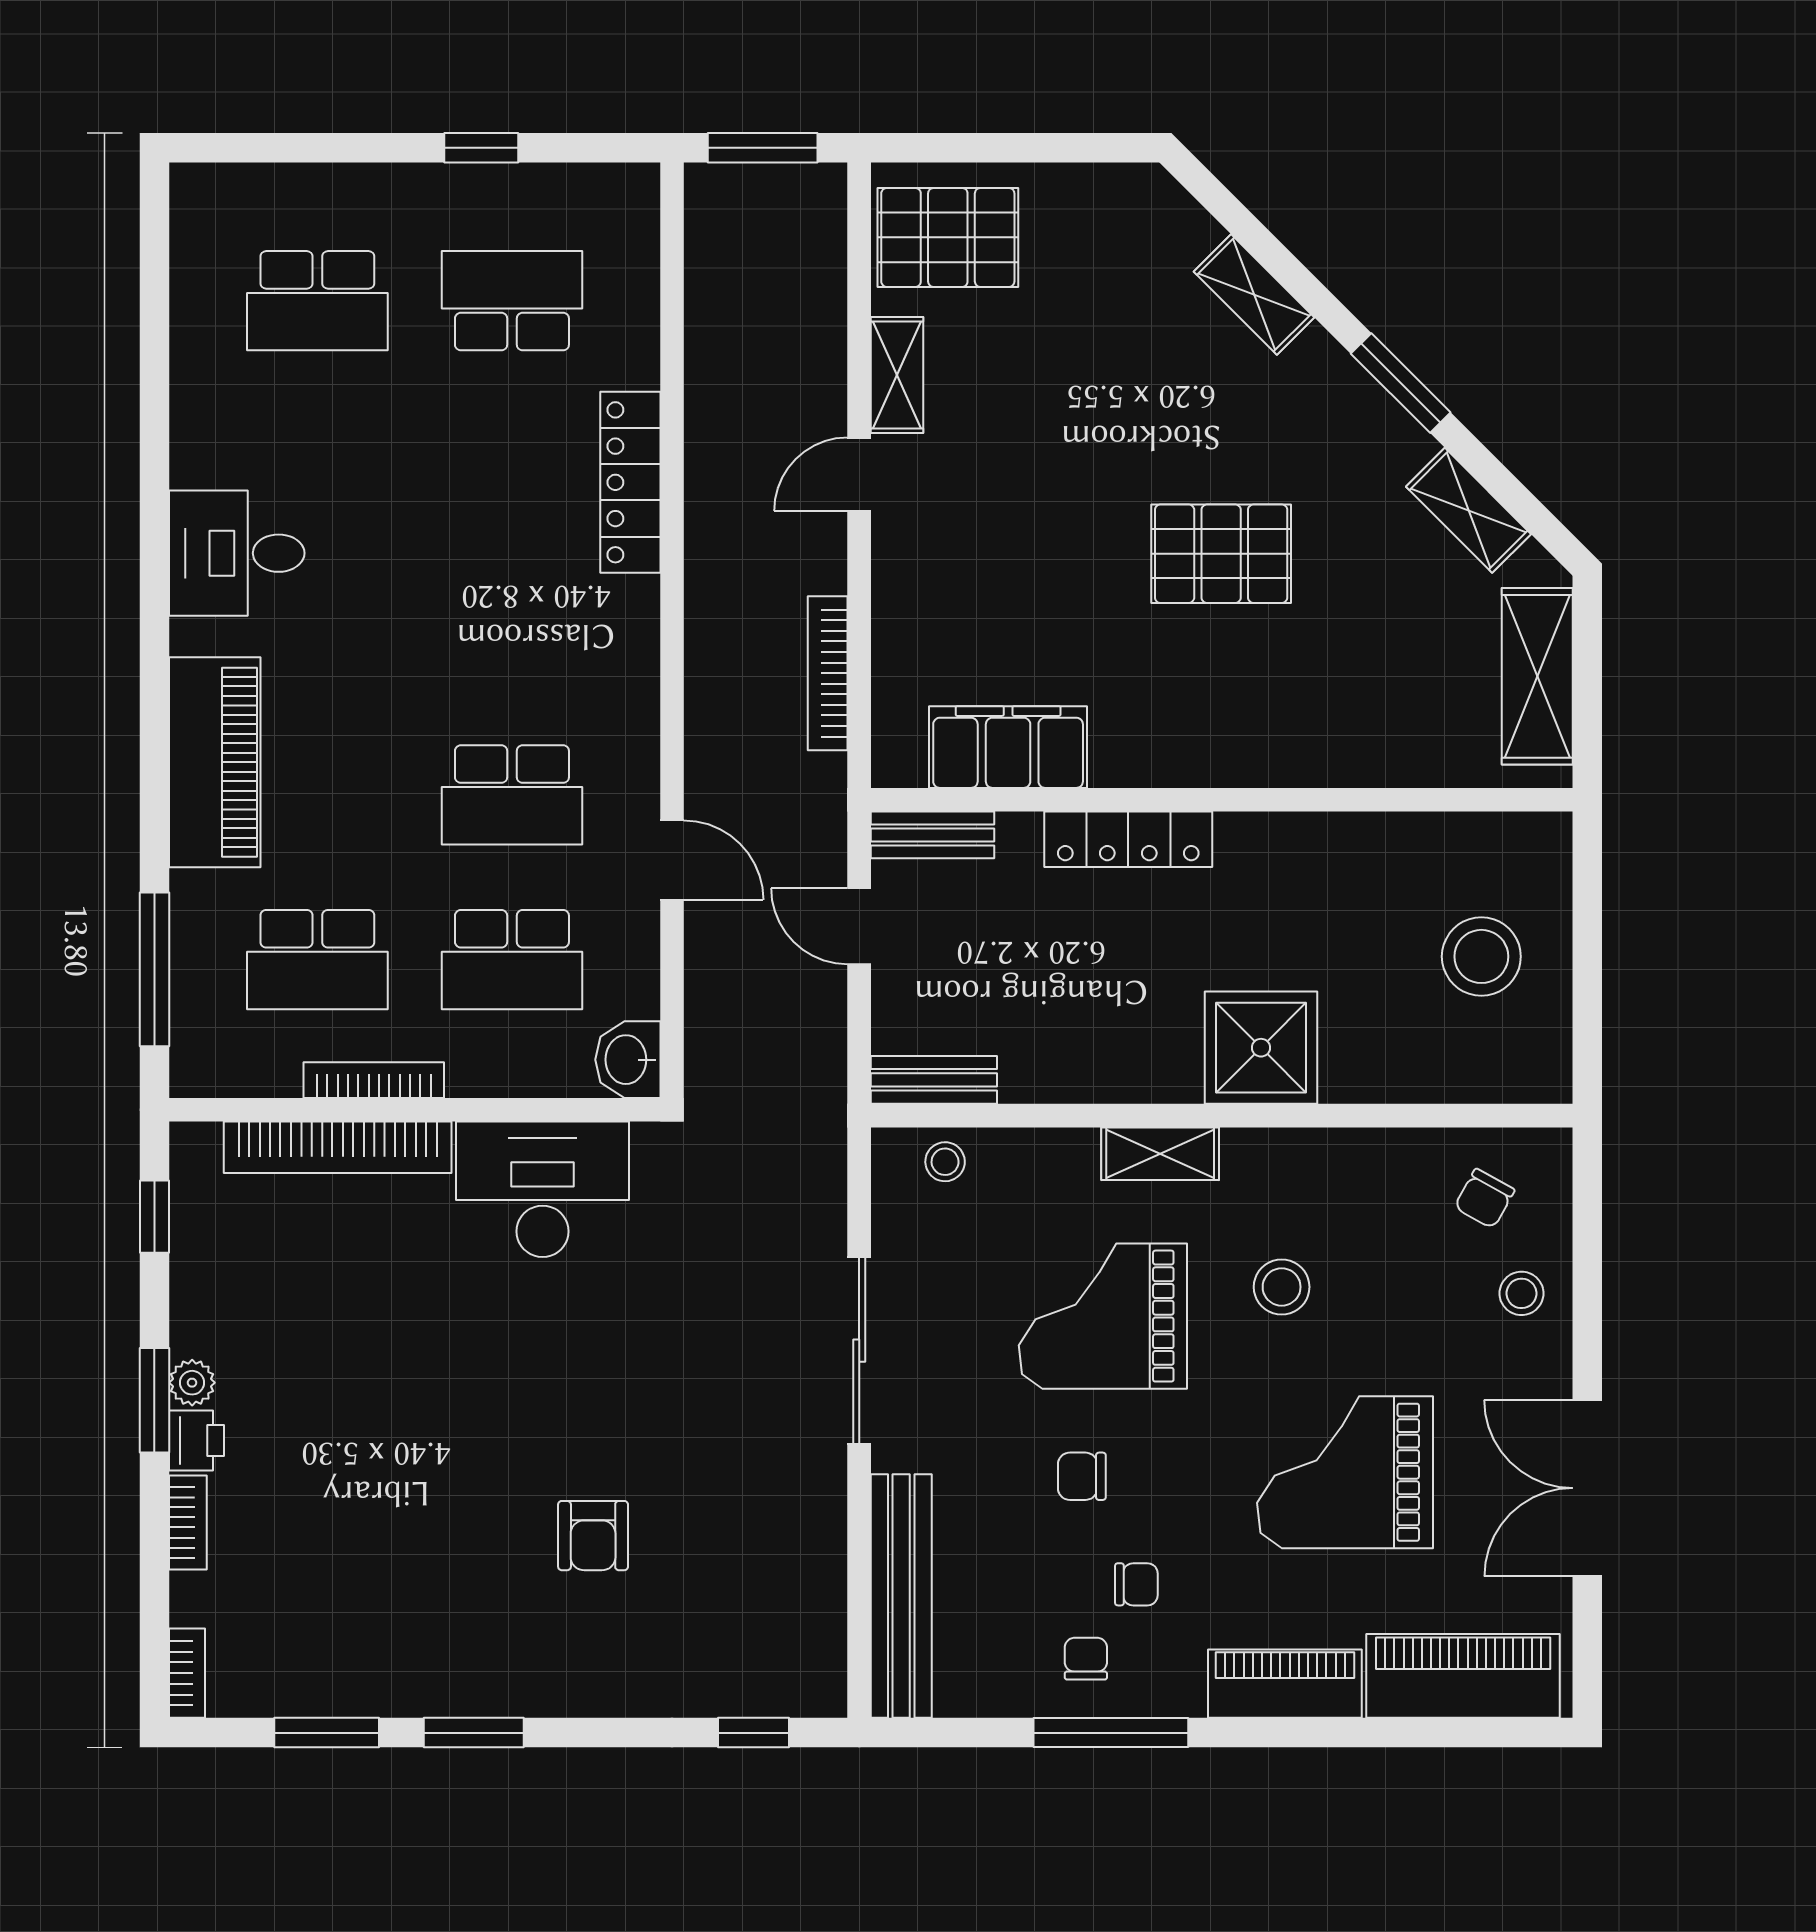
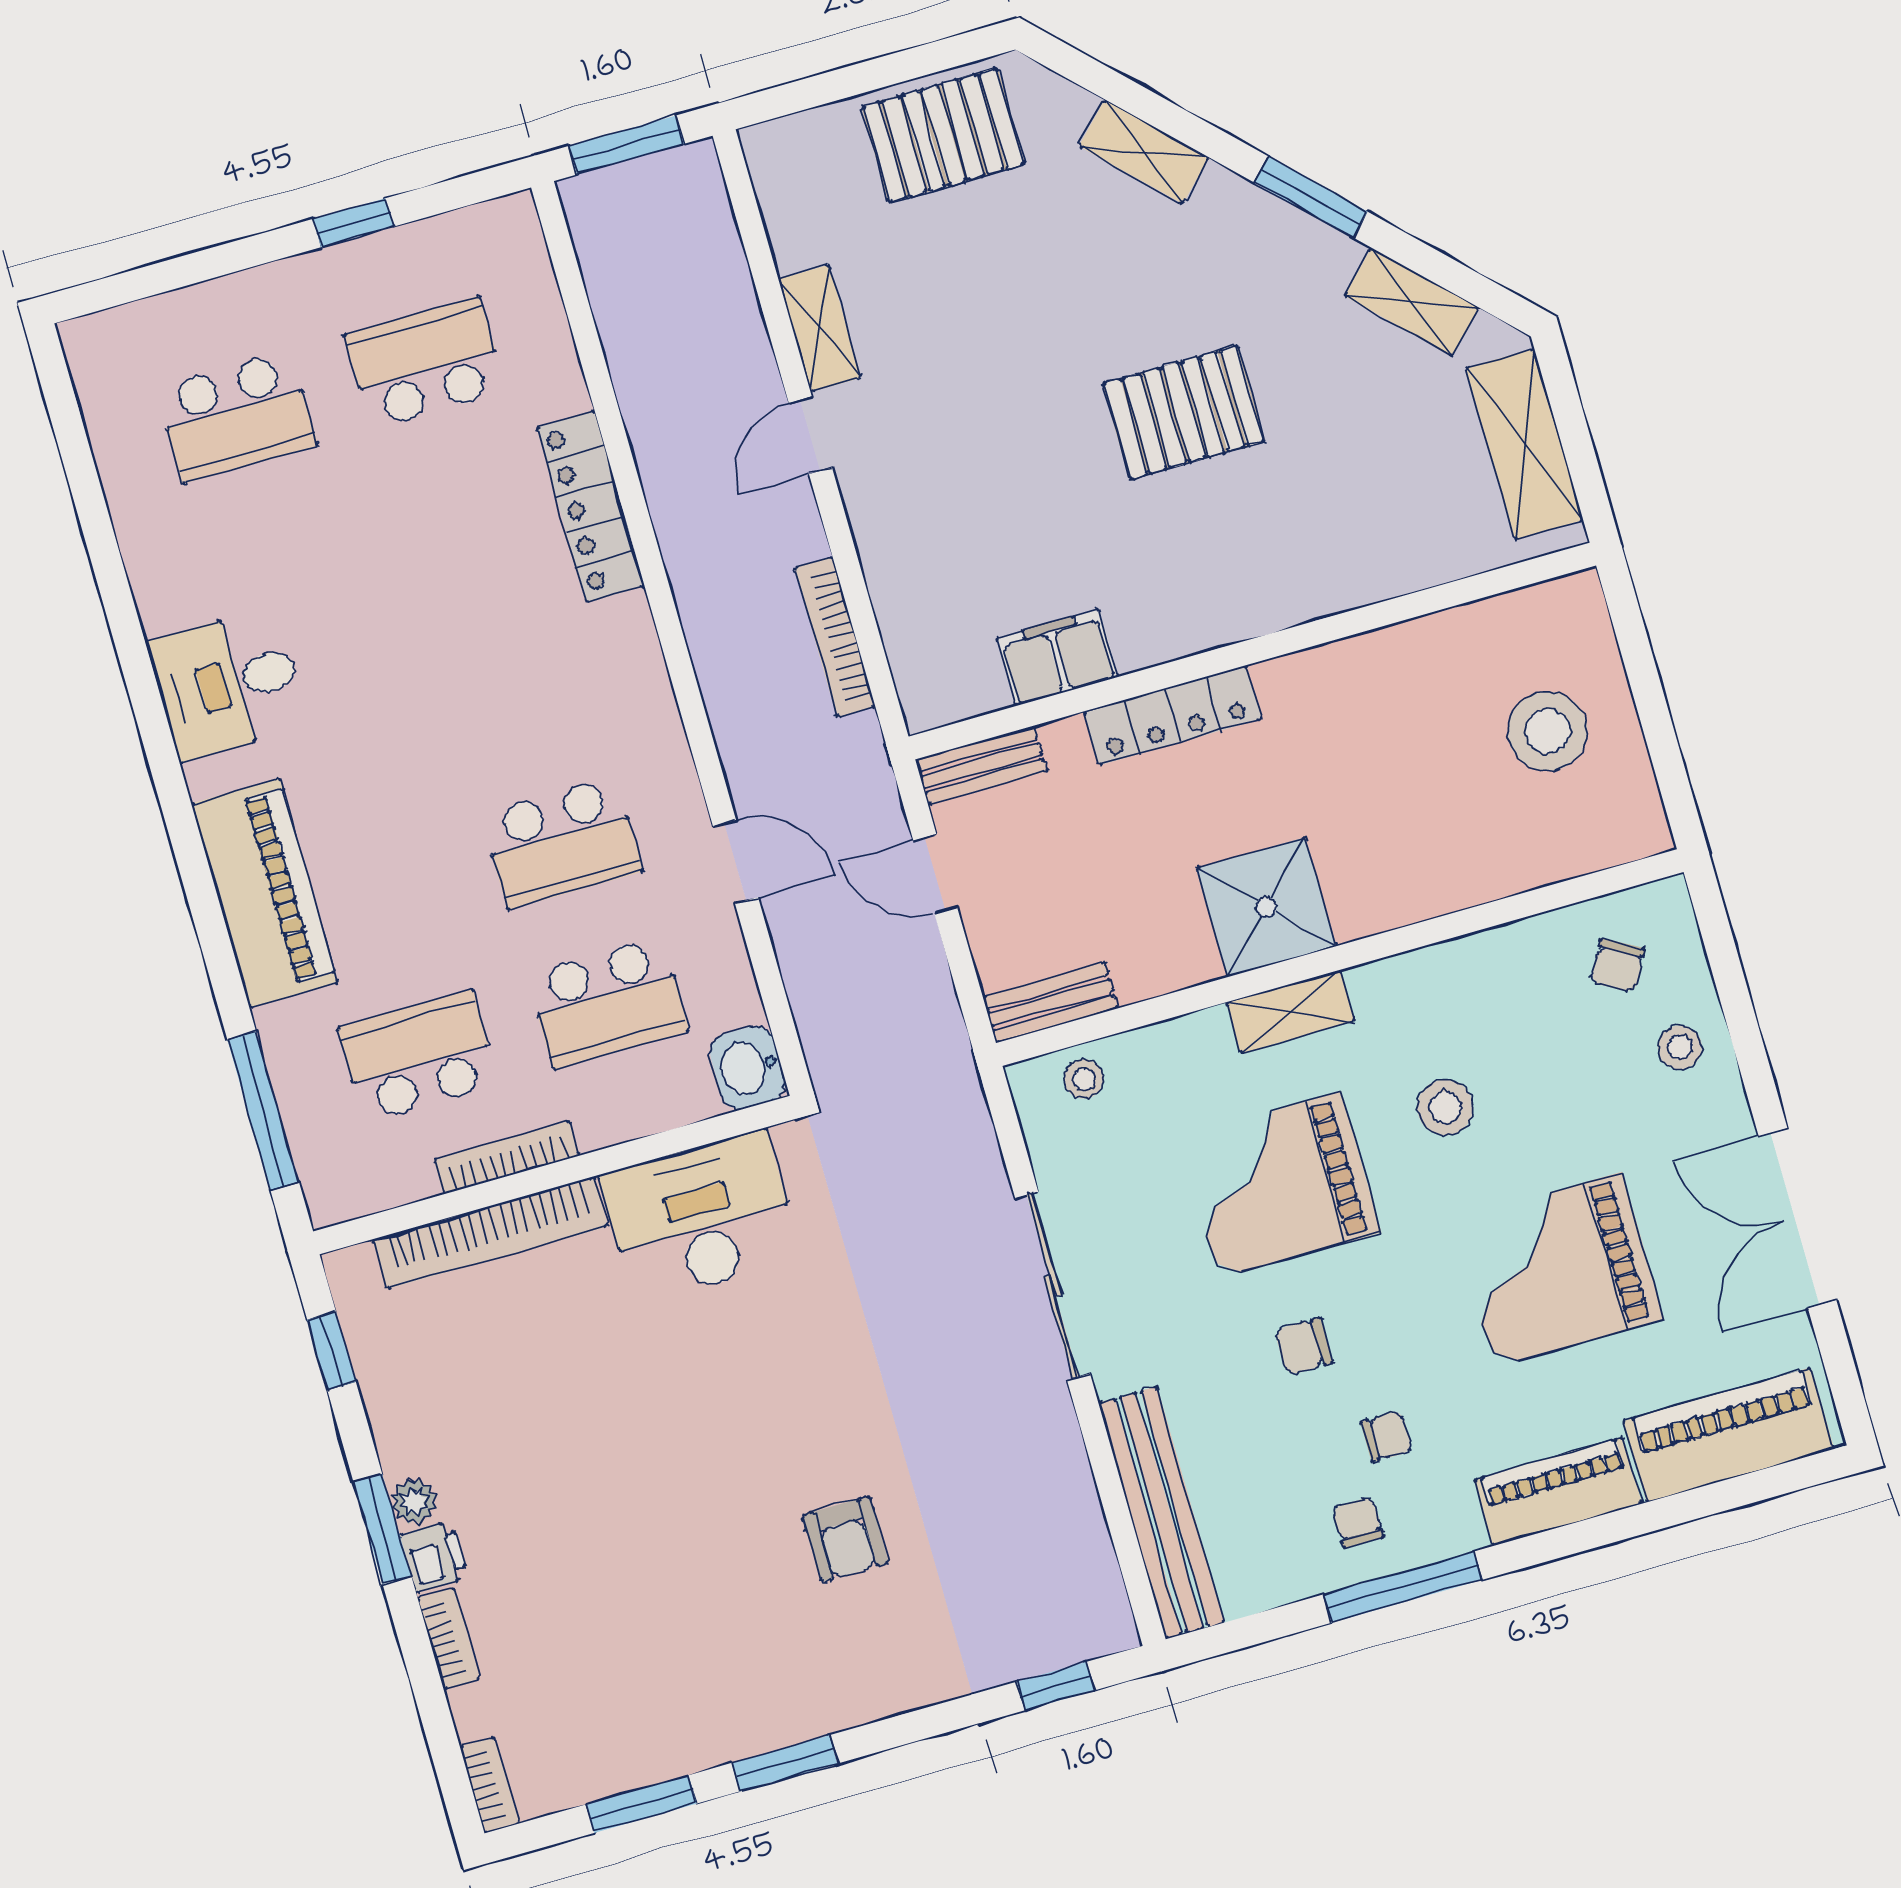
pallet: (948, 237) -> (943, 135), moved
filing cabinet: (1008, 747) -> (1058, 657), width x0.67, depth x0.86
school desk: (317, 960) -> (419, 1056), turned 180
shower: (1261, 1048) -> (1266, 907), moved

